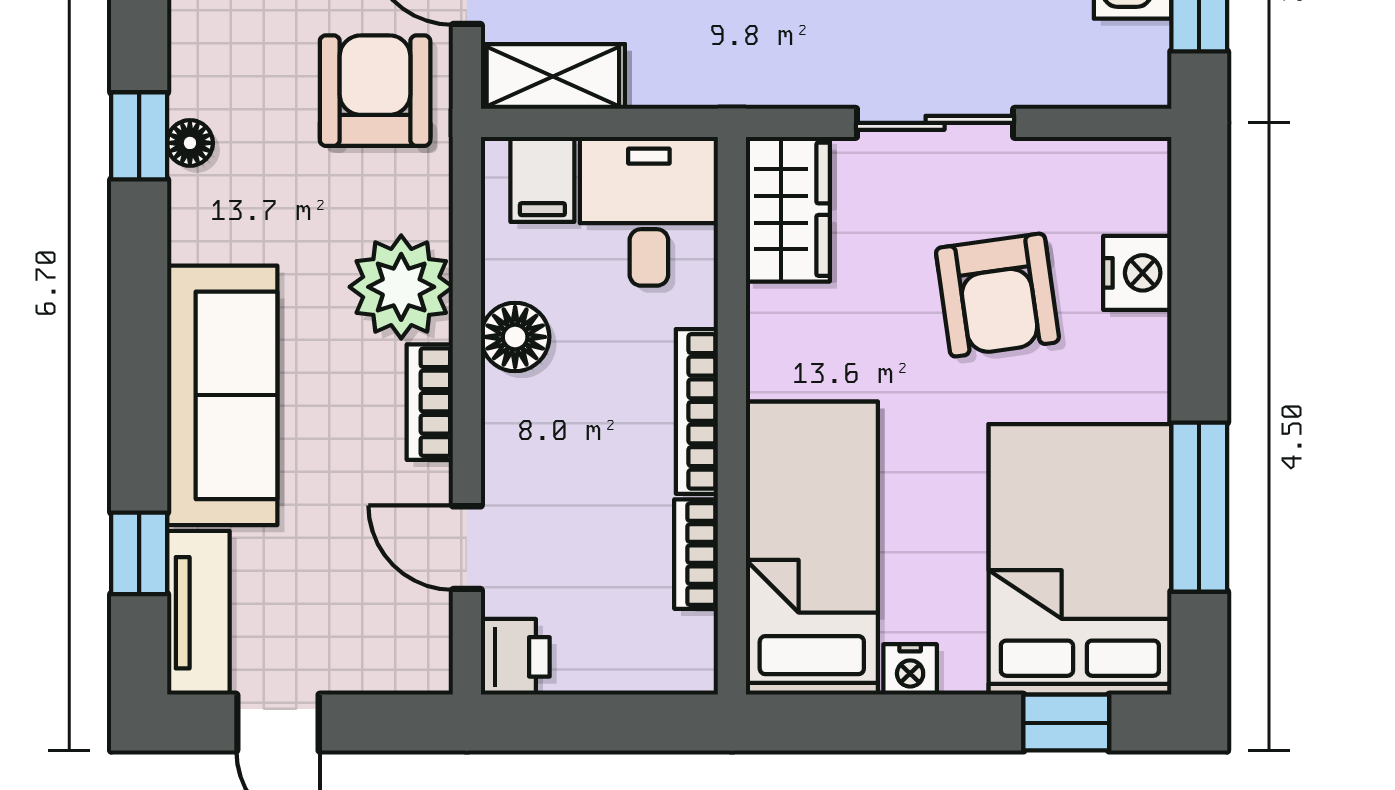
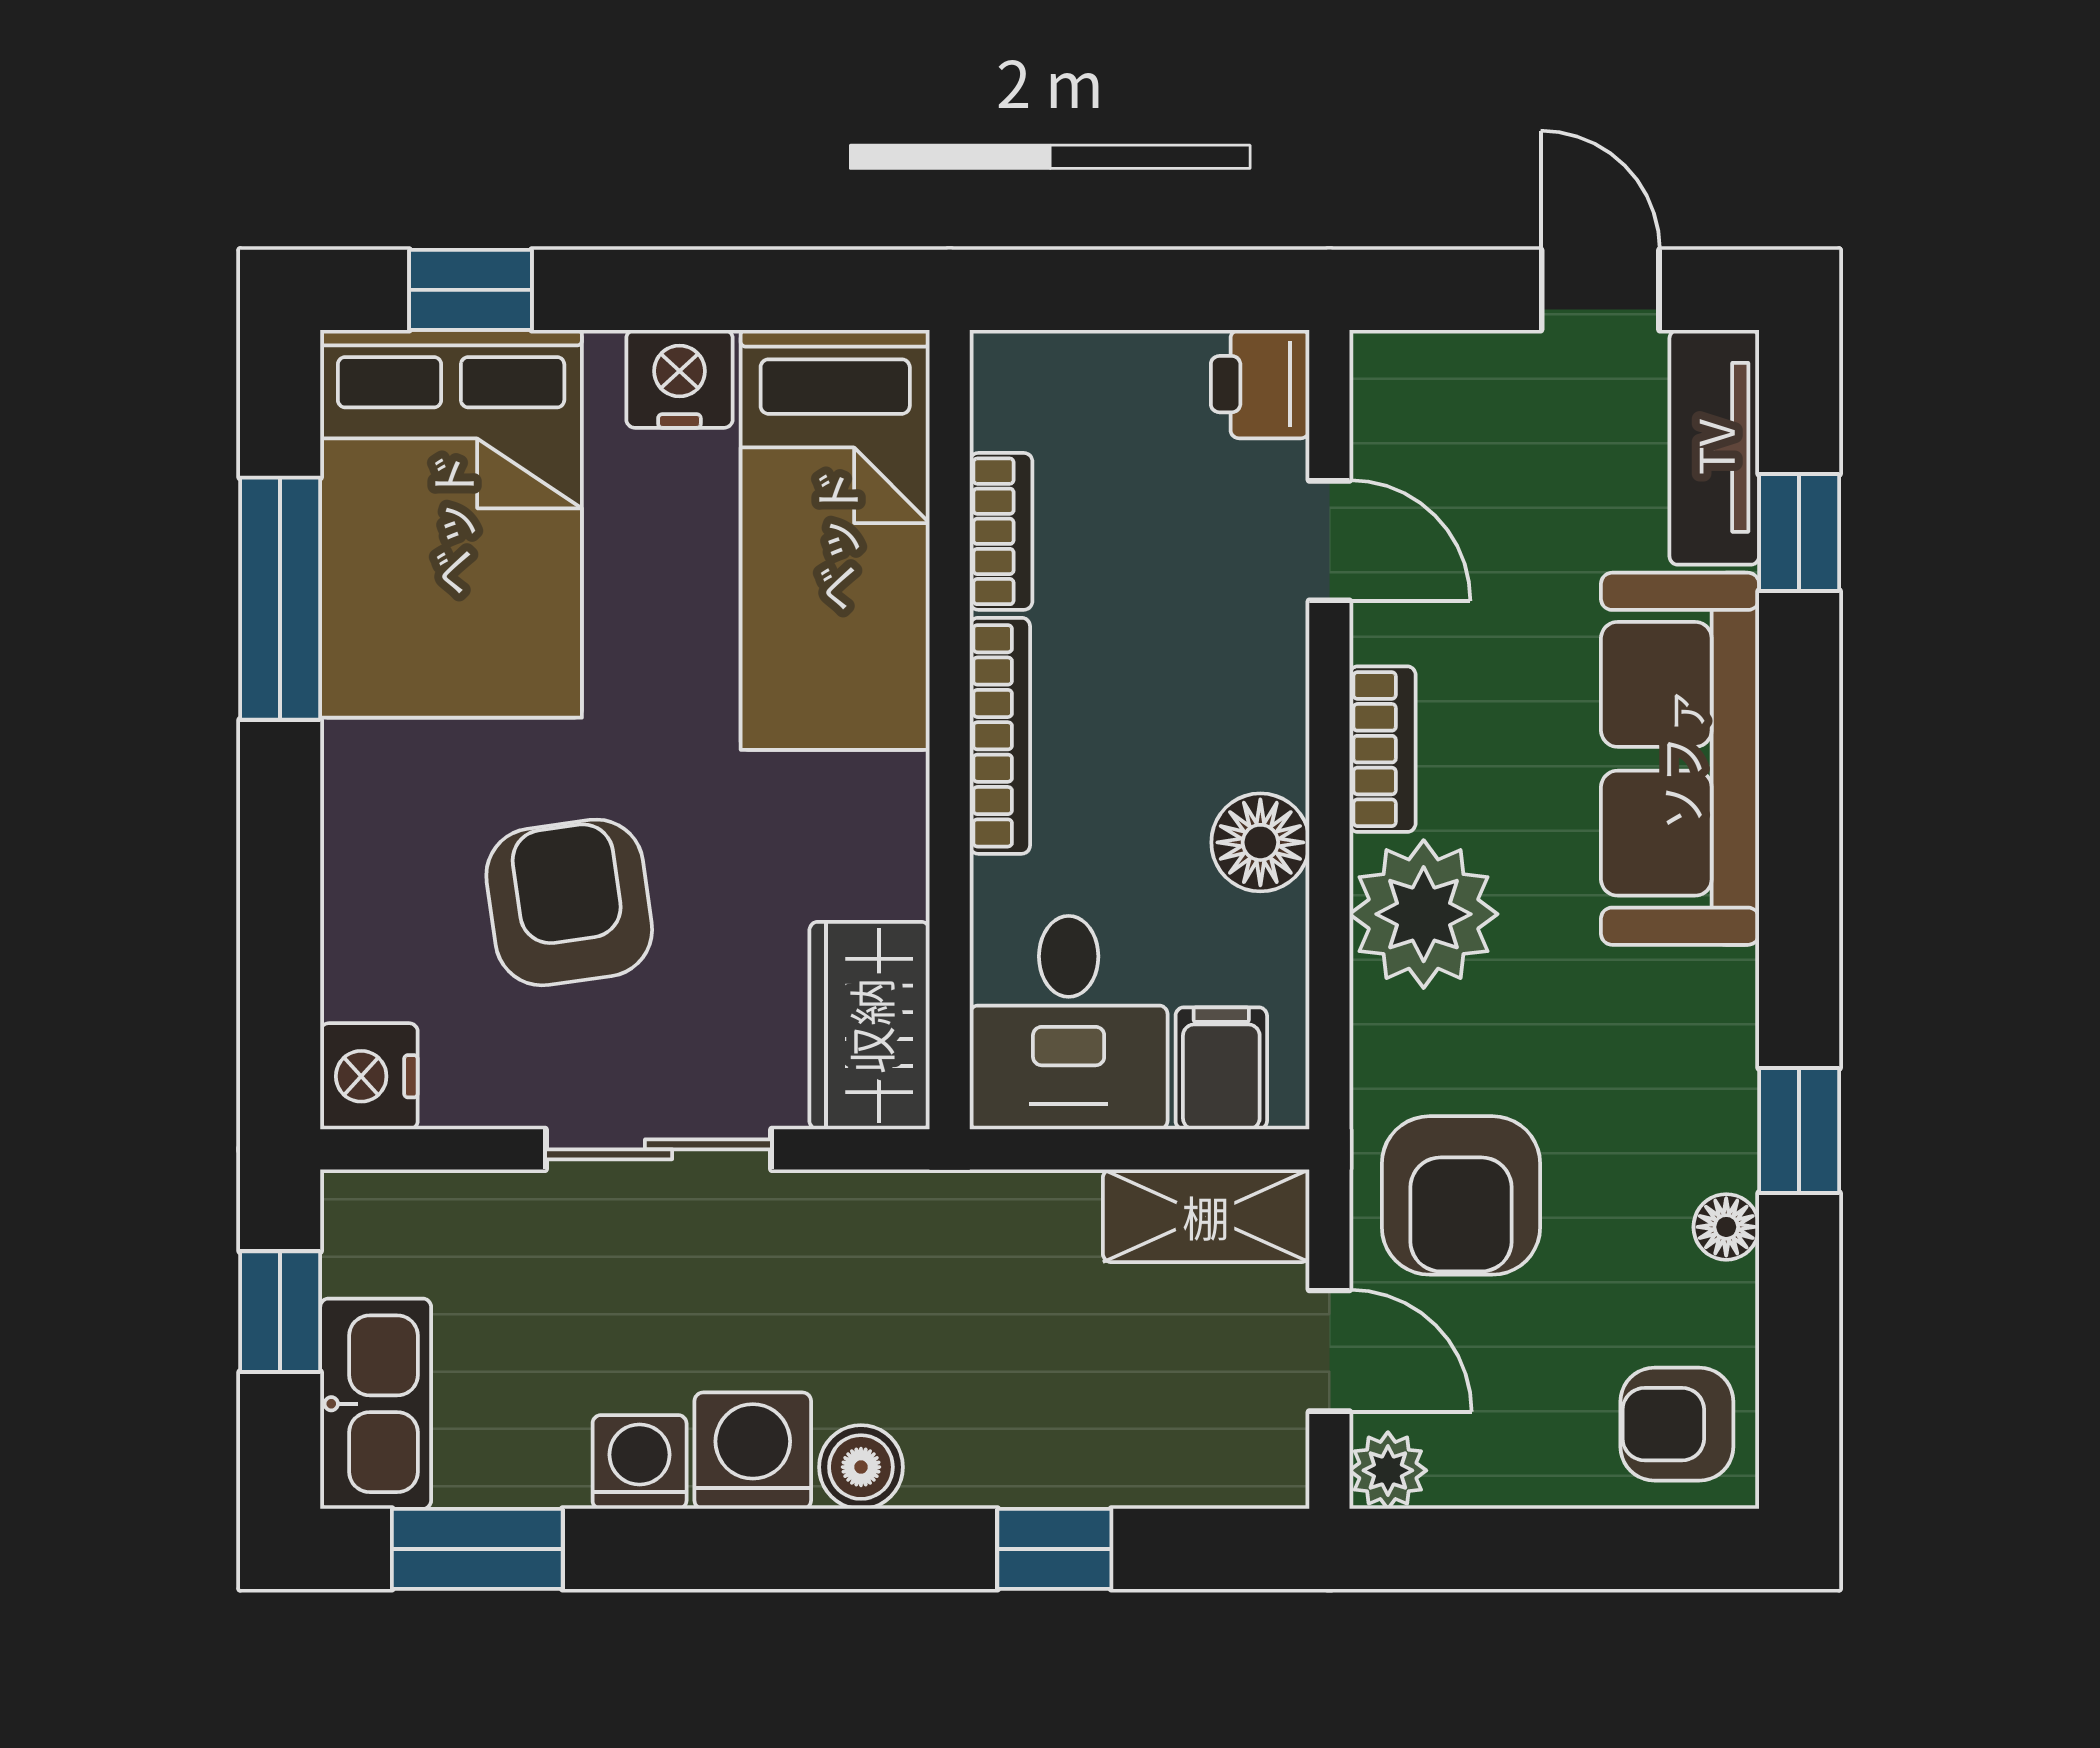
floor lamp: (190, 143) -> (1726, 1227), moved
nightstand: (1137, 273) -> (369, 1076), moved
nightstand: (910, 669) -> (679, 379), width x1.39, depth x1.35

